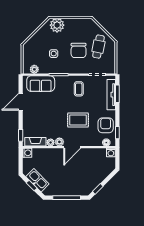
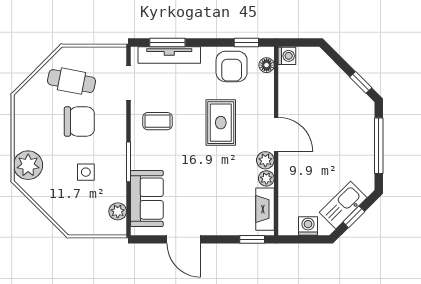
armchair: (106, 125) -> (232, 66), turned -90
washing machine: (27, 153) -> (308, 226), moved

